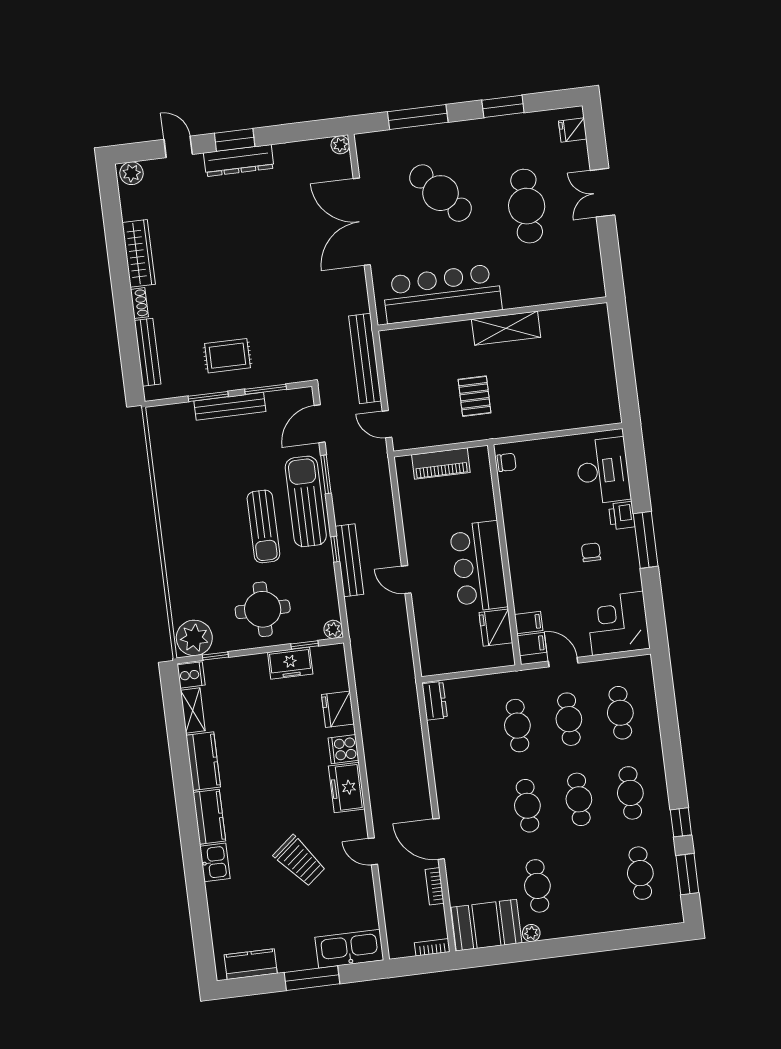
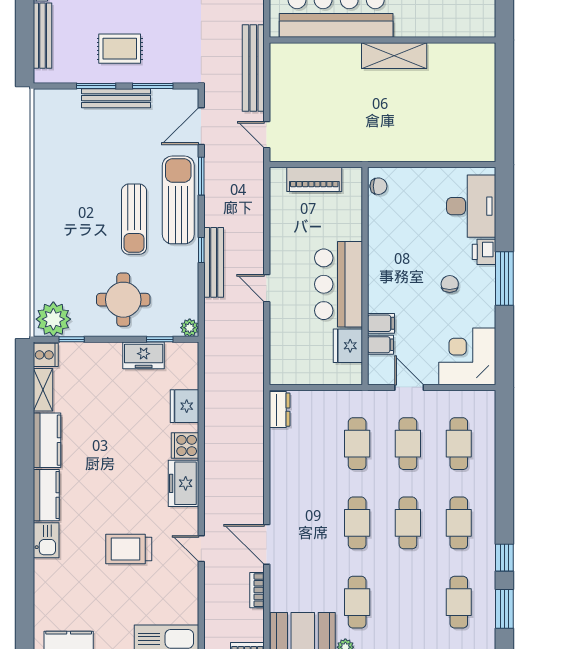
pallet: (475, 396) -> (355, 118), removed
filing cabinet: (532, 644) -> (381, 323), moved
trolley: (300, 861) -> (129, 549), turned 129

